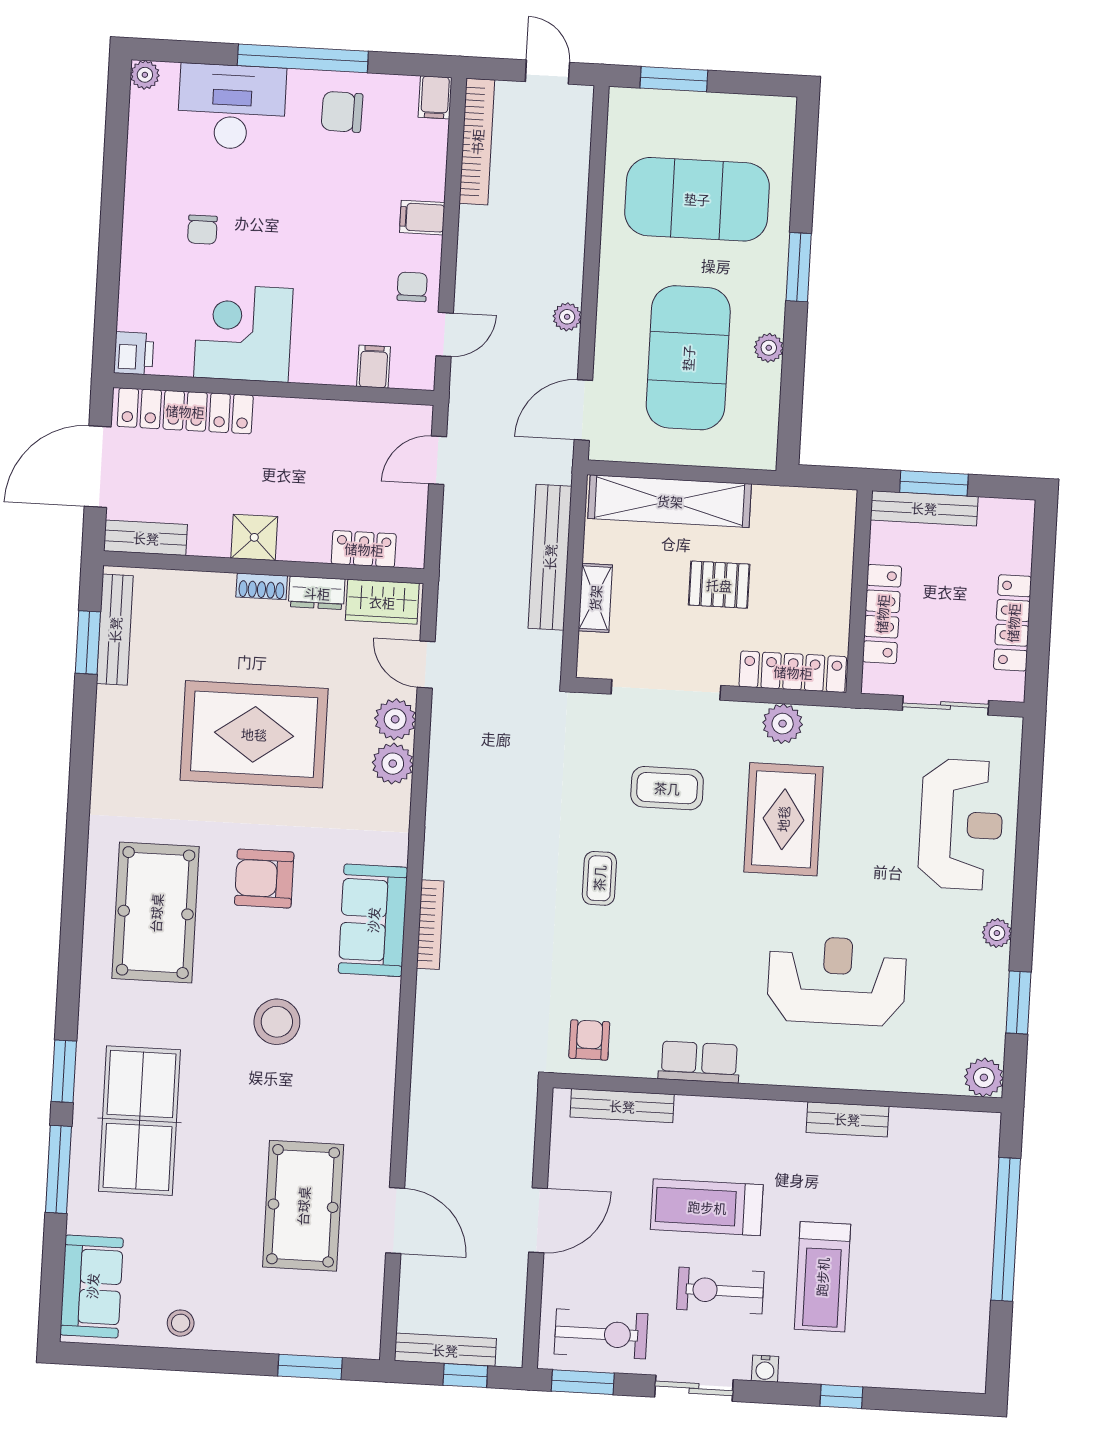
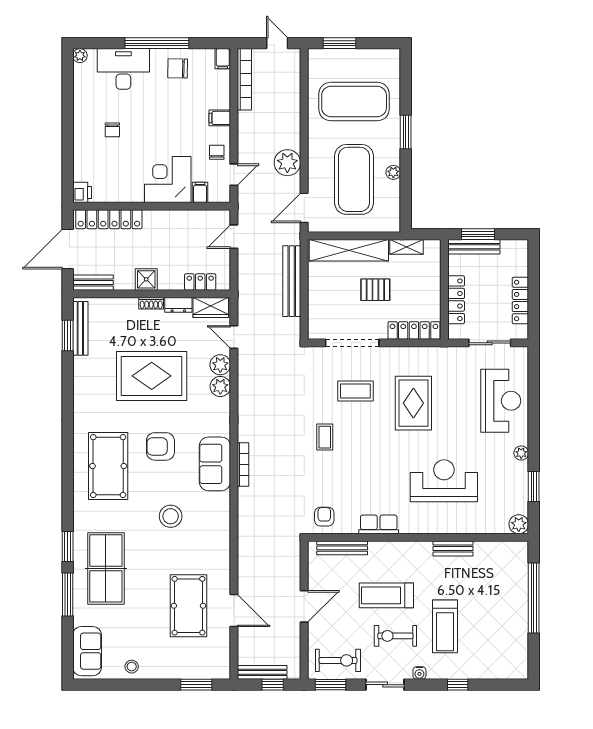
plant: (567, 317) -> (287, 163), width x1.88, depth x1.88
corner desk: (243, 333) -> (168, 179), moved
shelving: (595, 598) -> (406, 247), moved, turned 90
plant: (783, 724) -> (410, 356), removed

